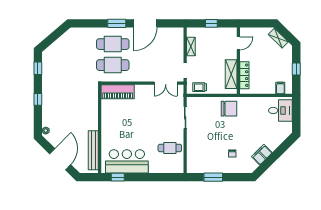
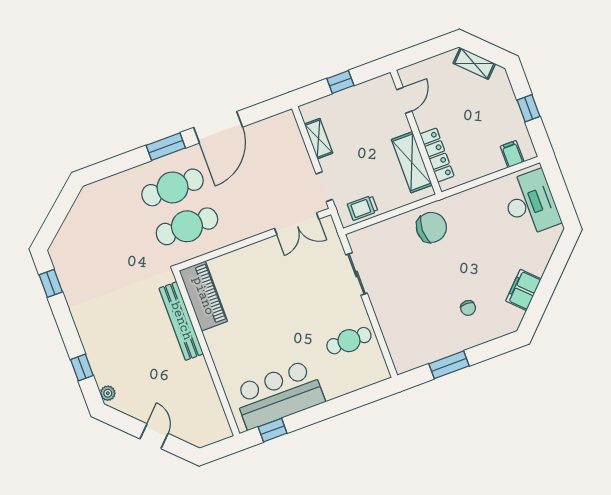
piano: (118, 92) -> (203, 296), moved, turned -90
window: (38, 99) -> (82, 368), moved
desk: (280, 110) -> (530, 203), width x1.37
bench: (93, 150) -> (181, 321), moved
door: (60, 159) -> (154, 436), width x0.53

